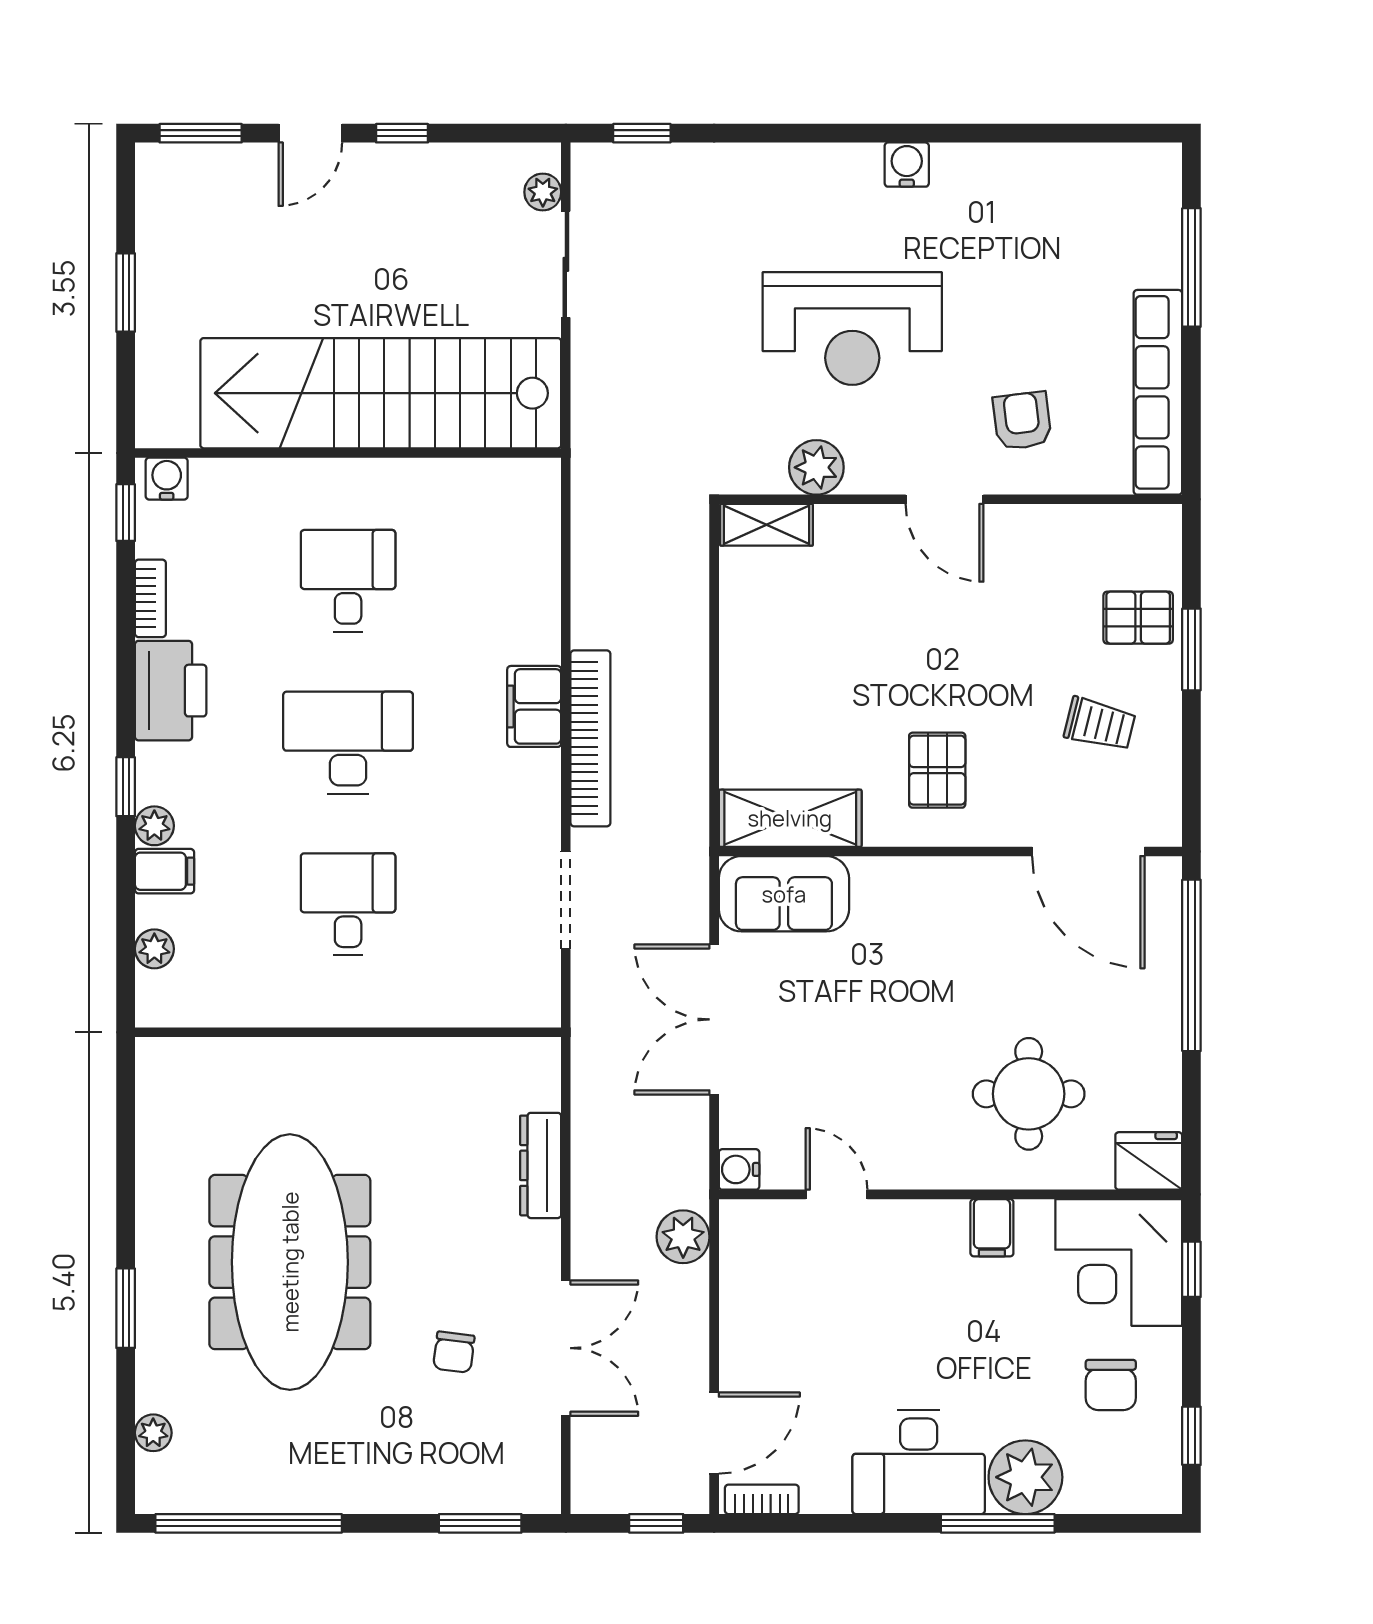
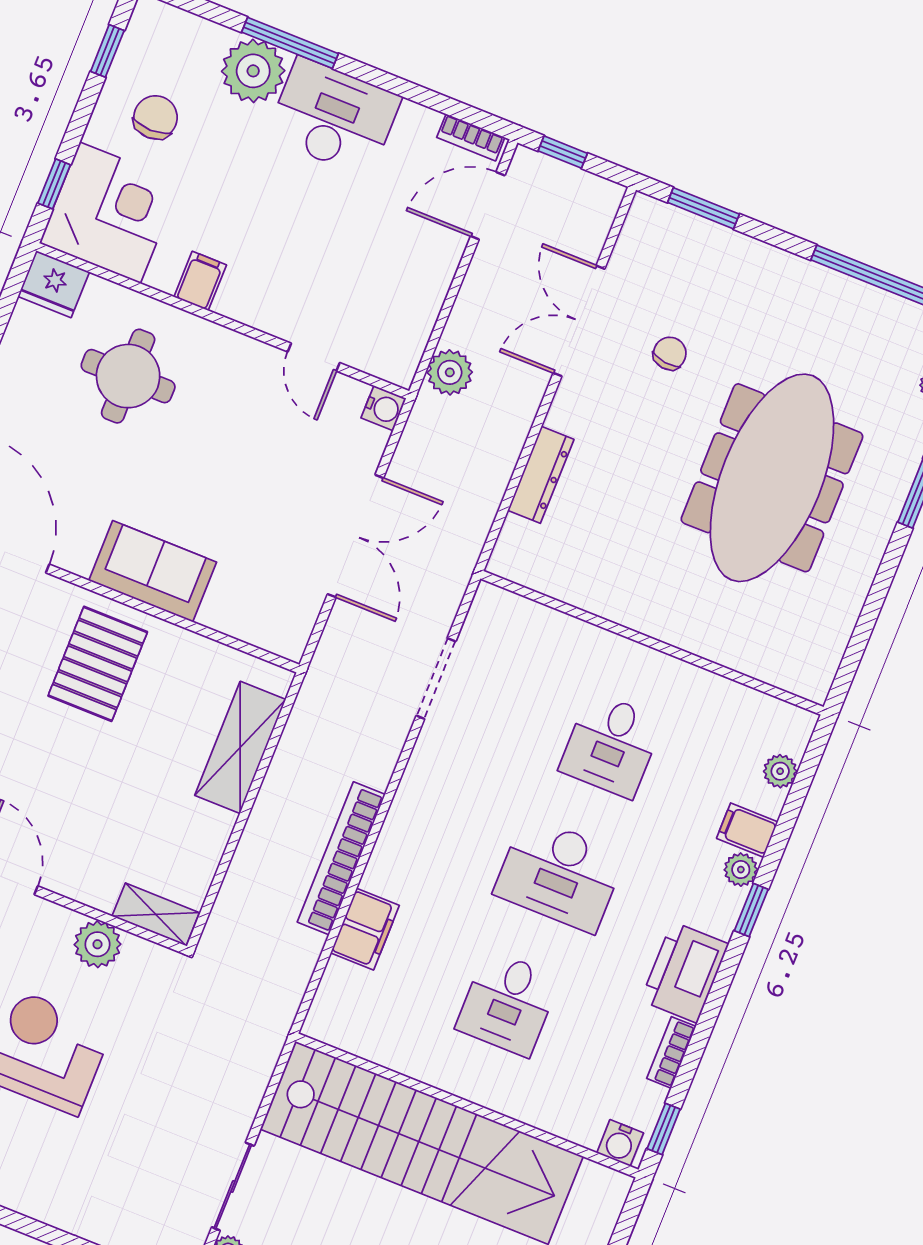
filing cabinet: (534, 706) -> (365, 929), moved
bookcase: (590, 738) -> (341, 858), moved
pallet: (937, 770) -> (98, 664), width x1.50, depth x1.42
shelving: (790, 818) -> (240, 747), moved, turned 90
sofa: (784, 894) -> (153, 571), moved

